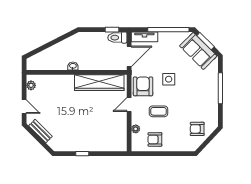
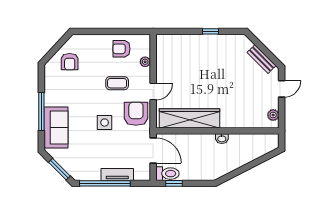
tv unit: (144, 37) -> (117, 174), moved
sofa: (198, 51) -> (56, 127), moved, turned 45
door: (129, 56) -> (153, 151), swing flipped
armchair: (143, 86) -> (136, 114), turned 180
door: (24, 107) -> (282, 89), swing flipped
armchair: (197, 129) -> (70, 62), turned 90
armchair: (155, 139) -> (121, 49), turned 180

